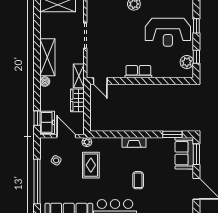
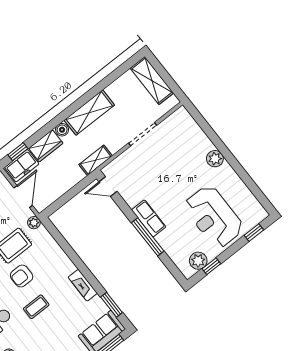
window: (196, 26) -> (254, 233), moved
door: (100, 81) -> (108, 187), hinge flipped
window: (149, 81) -> (148, 237), added
wardrobe: (77, 100) -> (46, 146), moved, turned 180
fireplace: (134, 142) -> (83, 285), moved
armchair: (113, 174) -> (22, 276), added

